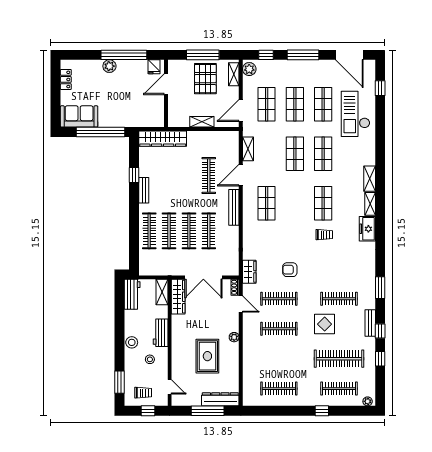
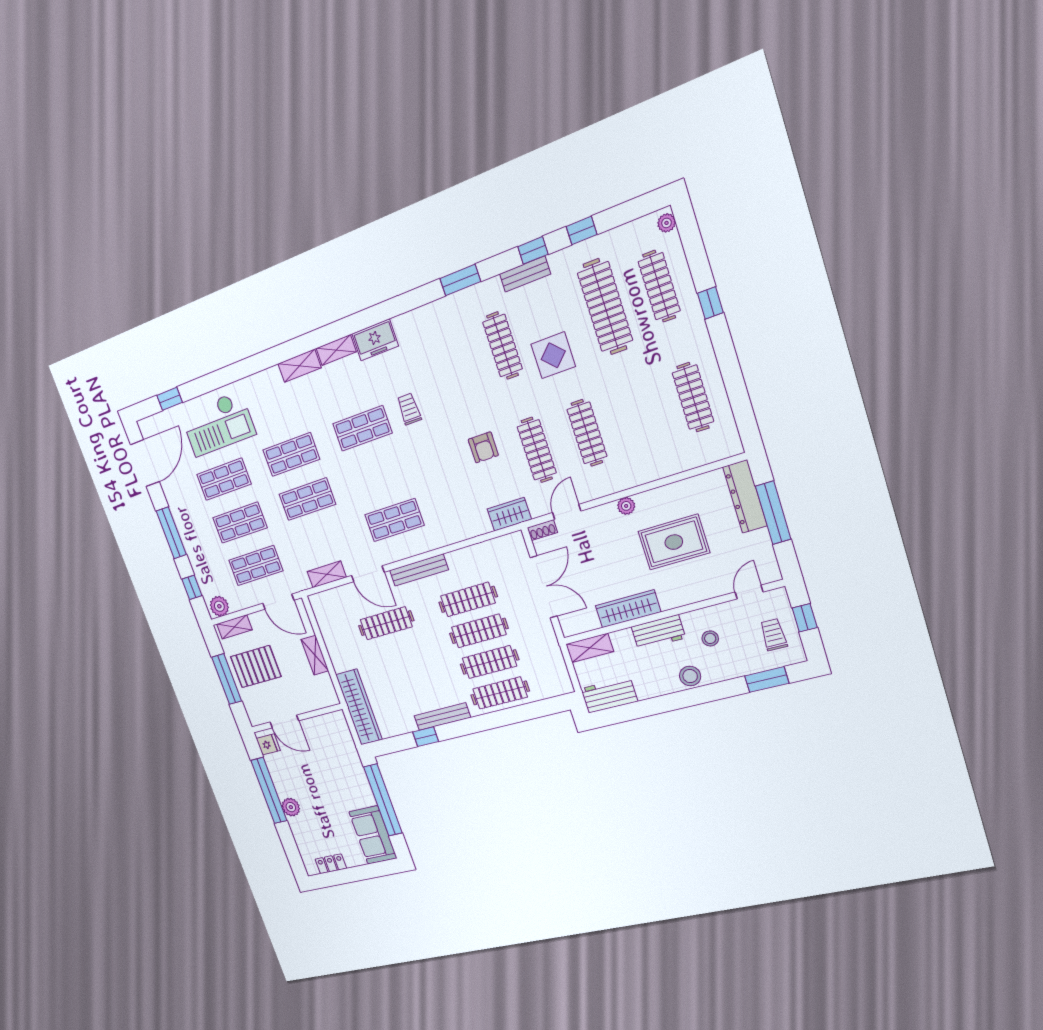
bench: (144, 190) -> (442, 717), width x1.36
wardrobe: (178, 297) -> (628, 609), moved

